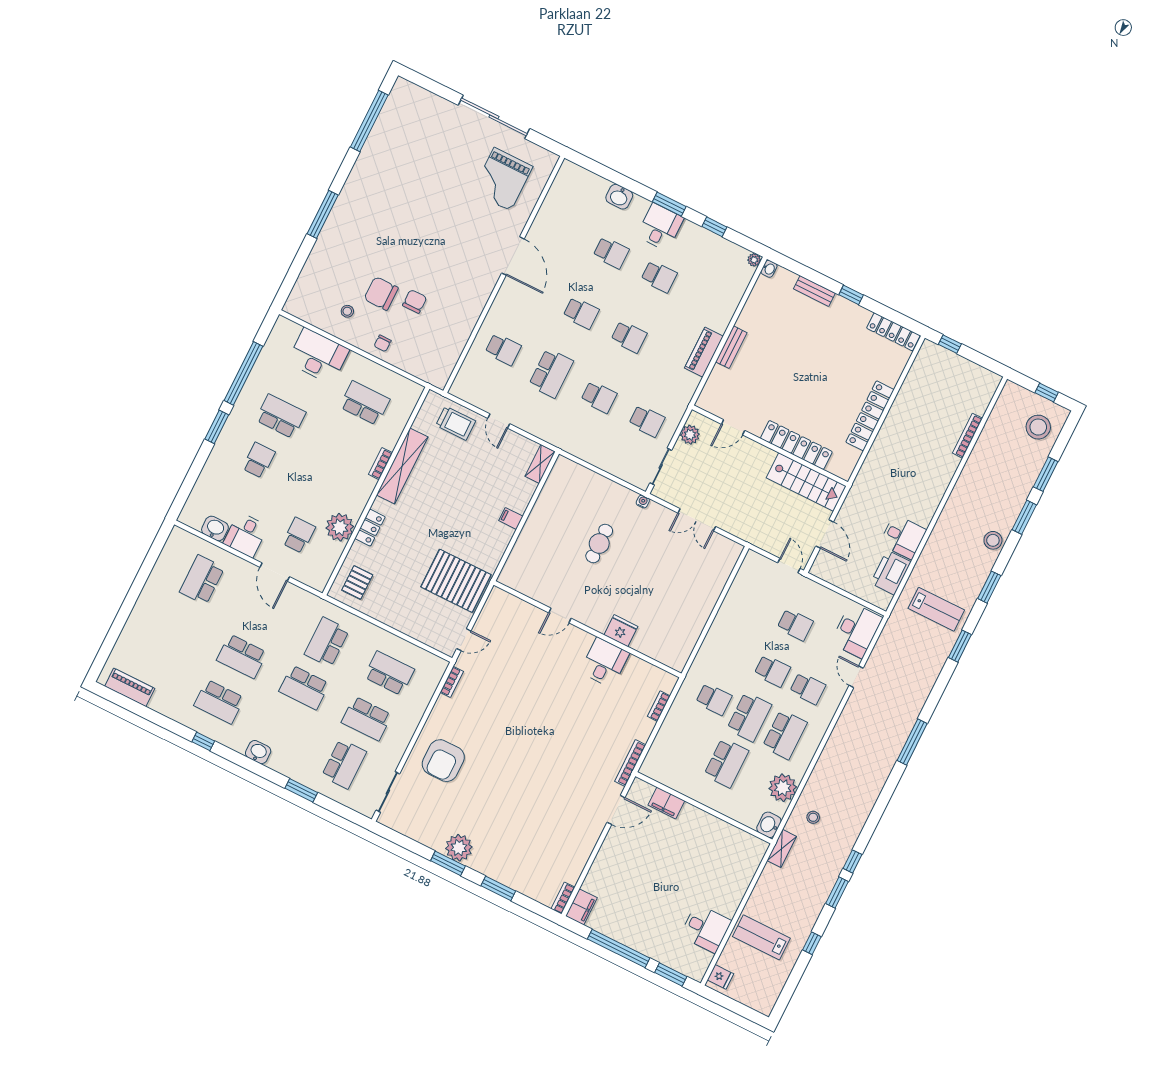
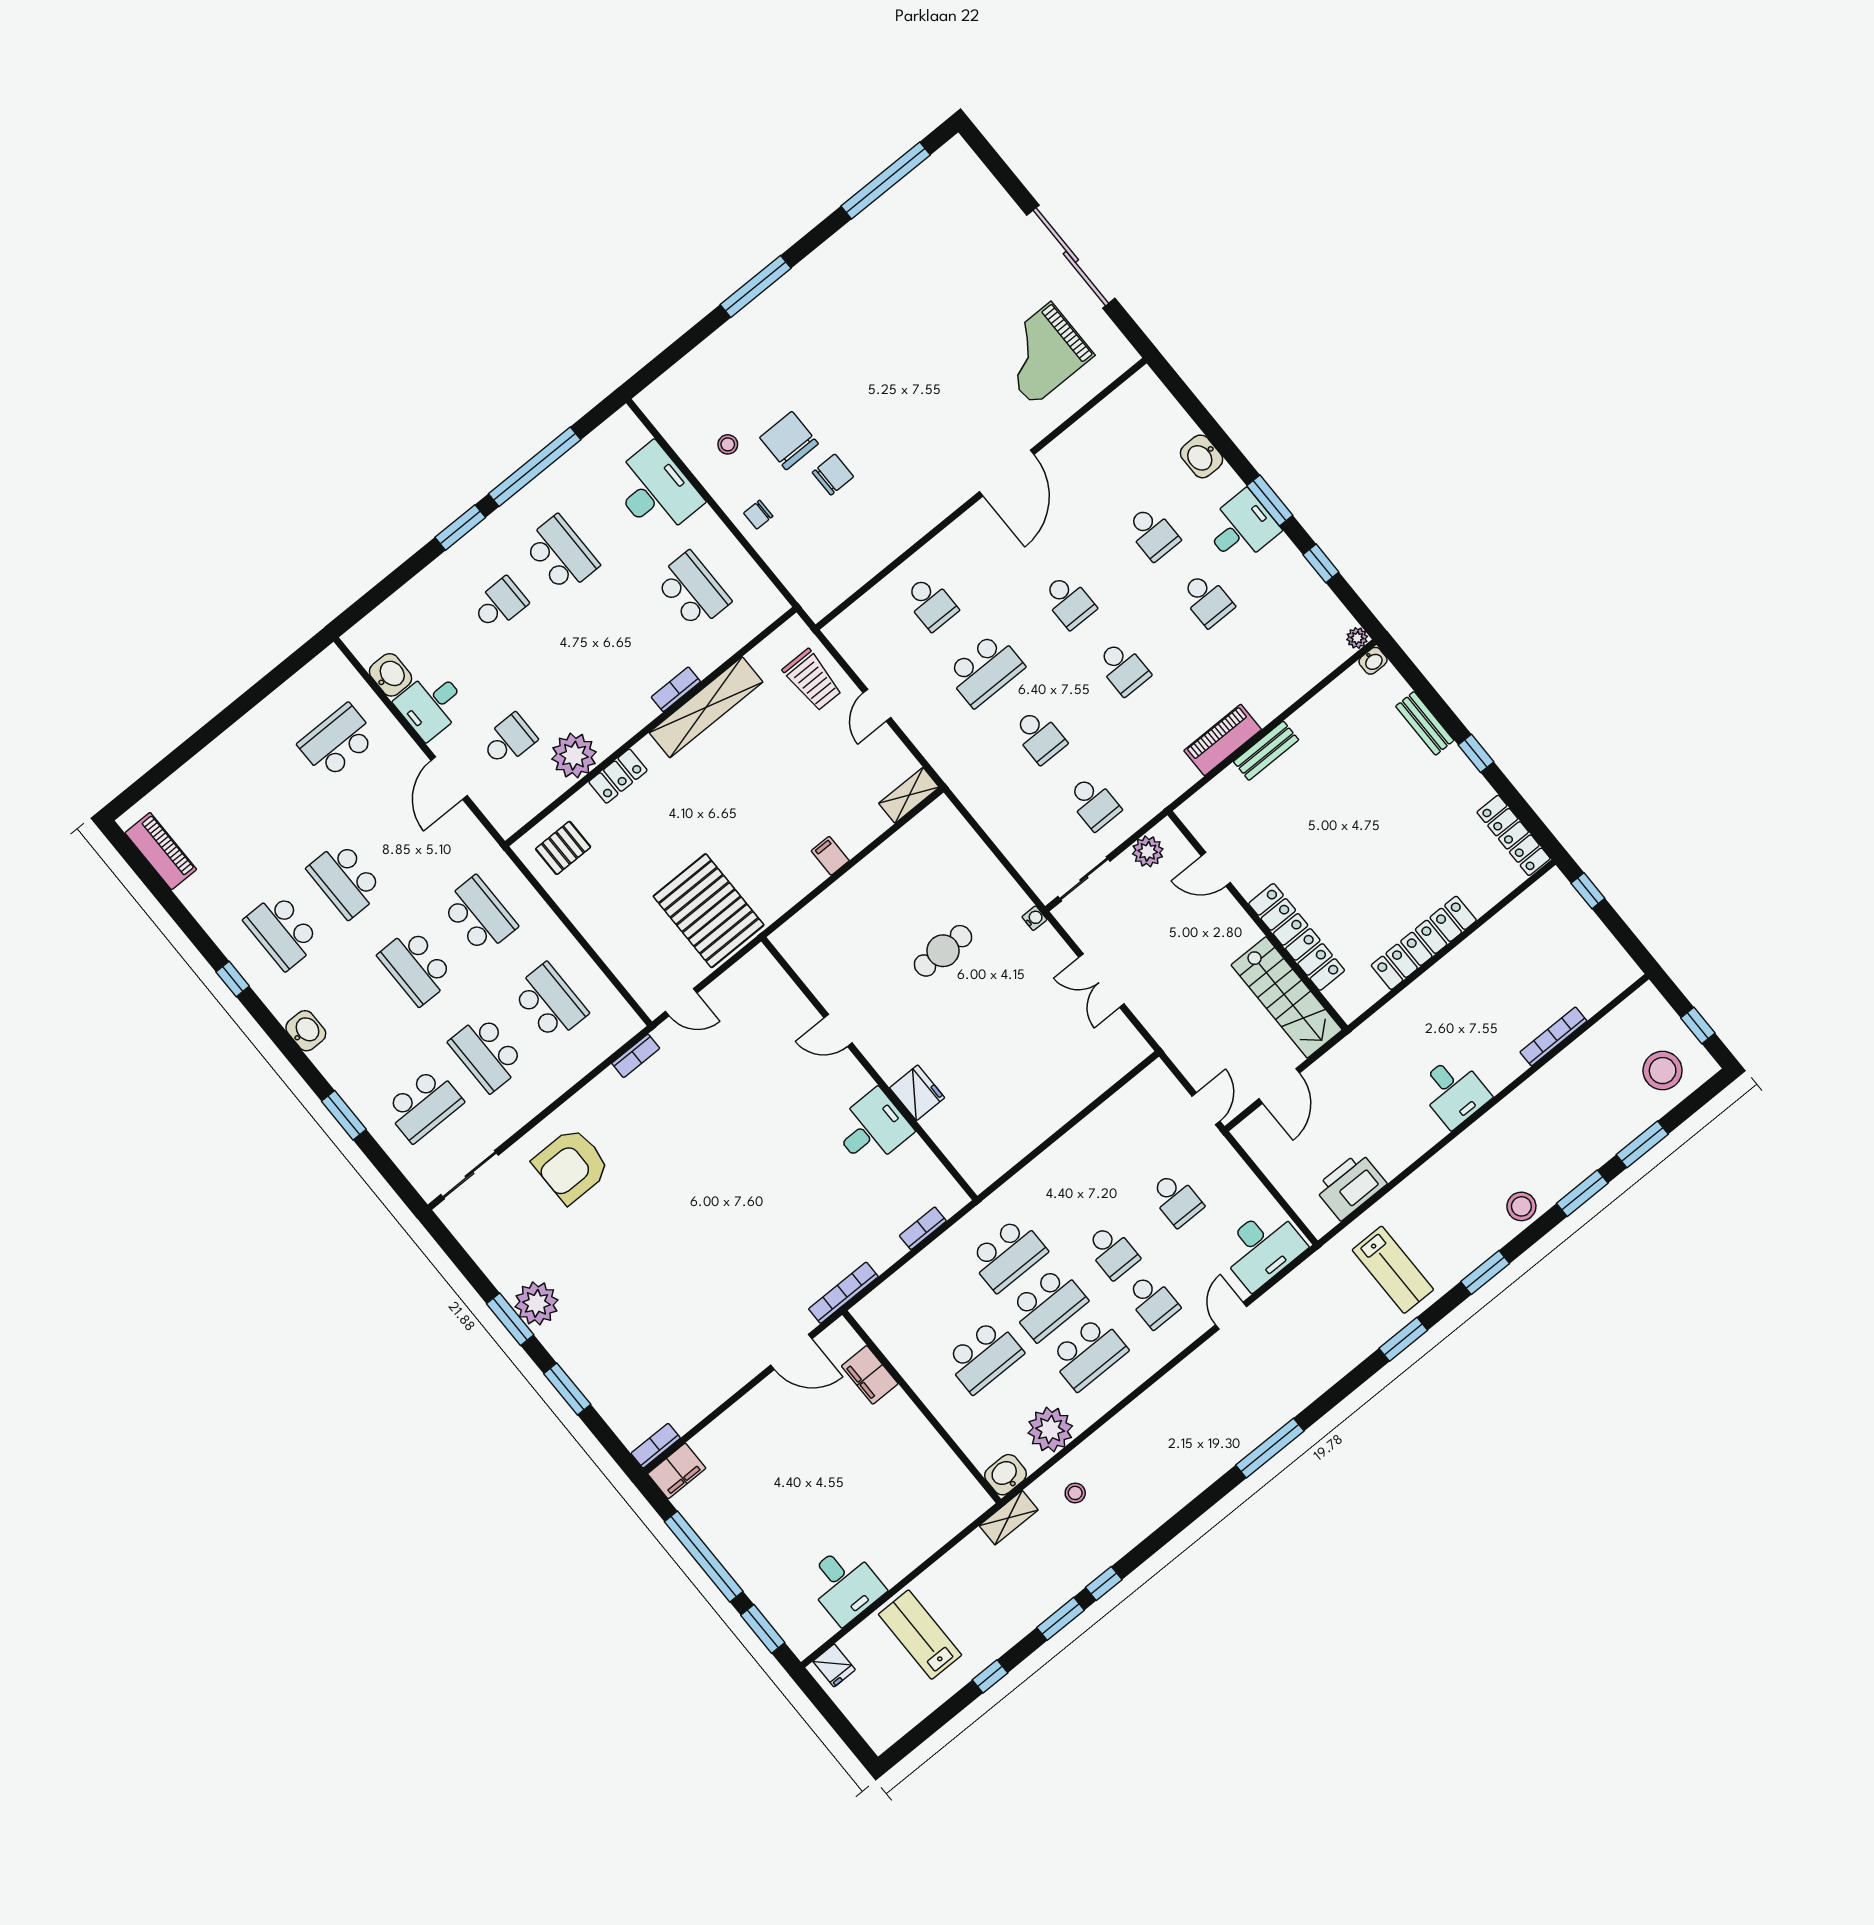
desk: (903, 537) -> (1454, 1091), moved
school desk: (327, 642) -> (479, 915), turned 90
school desk: (714, 699) -> (1008, 1254), width x1.85

